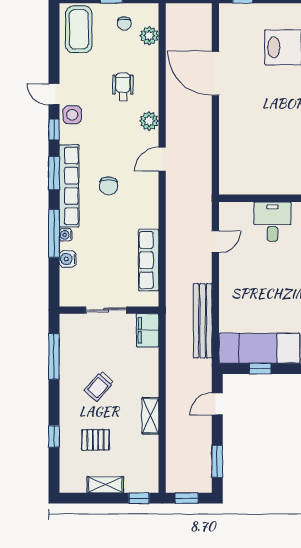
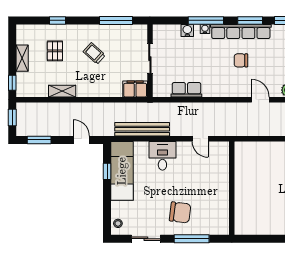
desk: (272, 222) -> (162, 156), moved, turned -90
row of seats: (149, 260) -> (186, 90), width x0.68
shelving: (150, 416) -> (62, 91), moved

